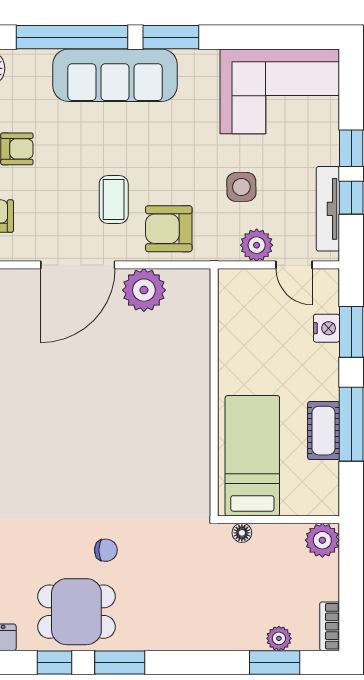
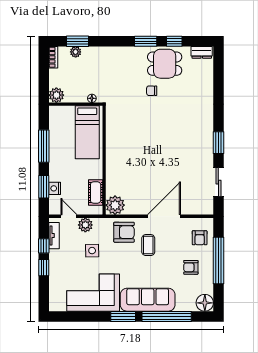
corner sofa: (280, 91) -> (93, 293), moved
tv unit: (328, 209) -> (54, 236), width x0.71
plant: (144, 290) -> (115, 205), moved
cot: (324, 431) -> (96, 193), moved

